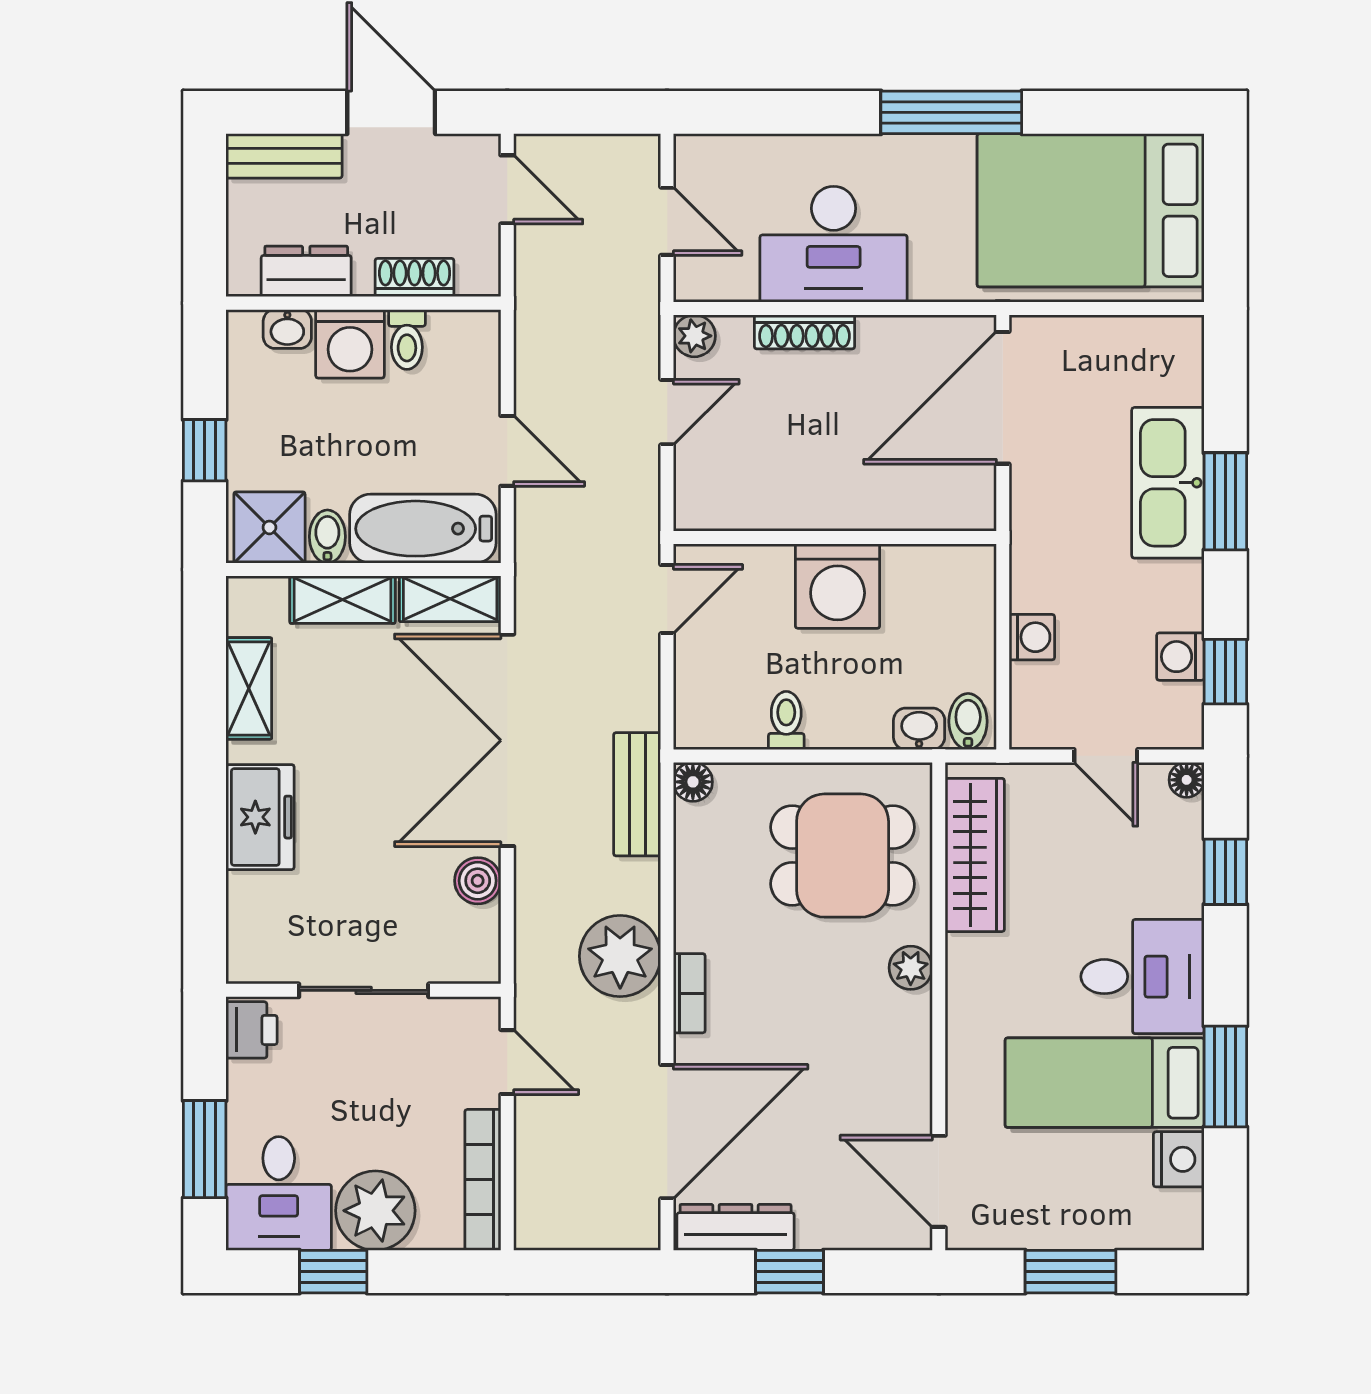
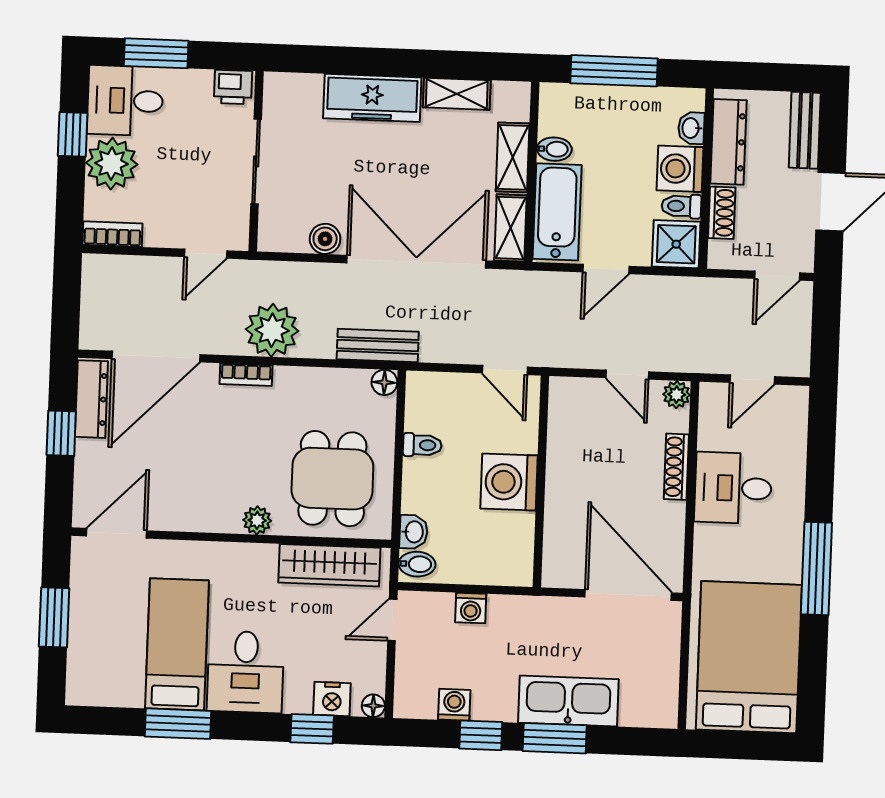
desk: (834, 244) -> (733, 488), width x0.73
dresser: (306, 271) -> (728, 142), width x1.44
window: (205, 450) -> (614, 71), width x2.17
shower: (269, 527) -> (676, 244), moved
window: (1225, 672) -> (481, 735), moved
door: (1106, 756) -> (392, 620), moved
freezer: (260, 817) -> (372, 98), width x1.40
door: (667, 1132) -> (156, 357), hinge flipped
nightstand: (1179, 1159) -> (332, 699), moved
bookcase: (483, 1180) -> (112, 234), width x0.64

